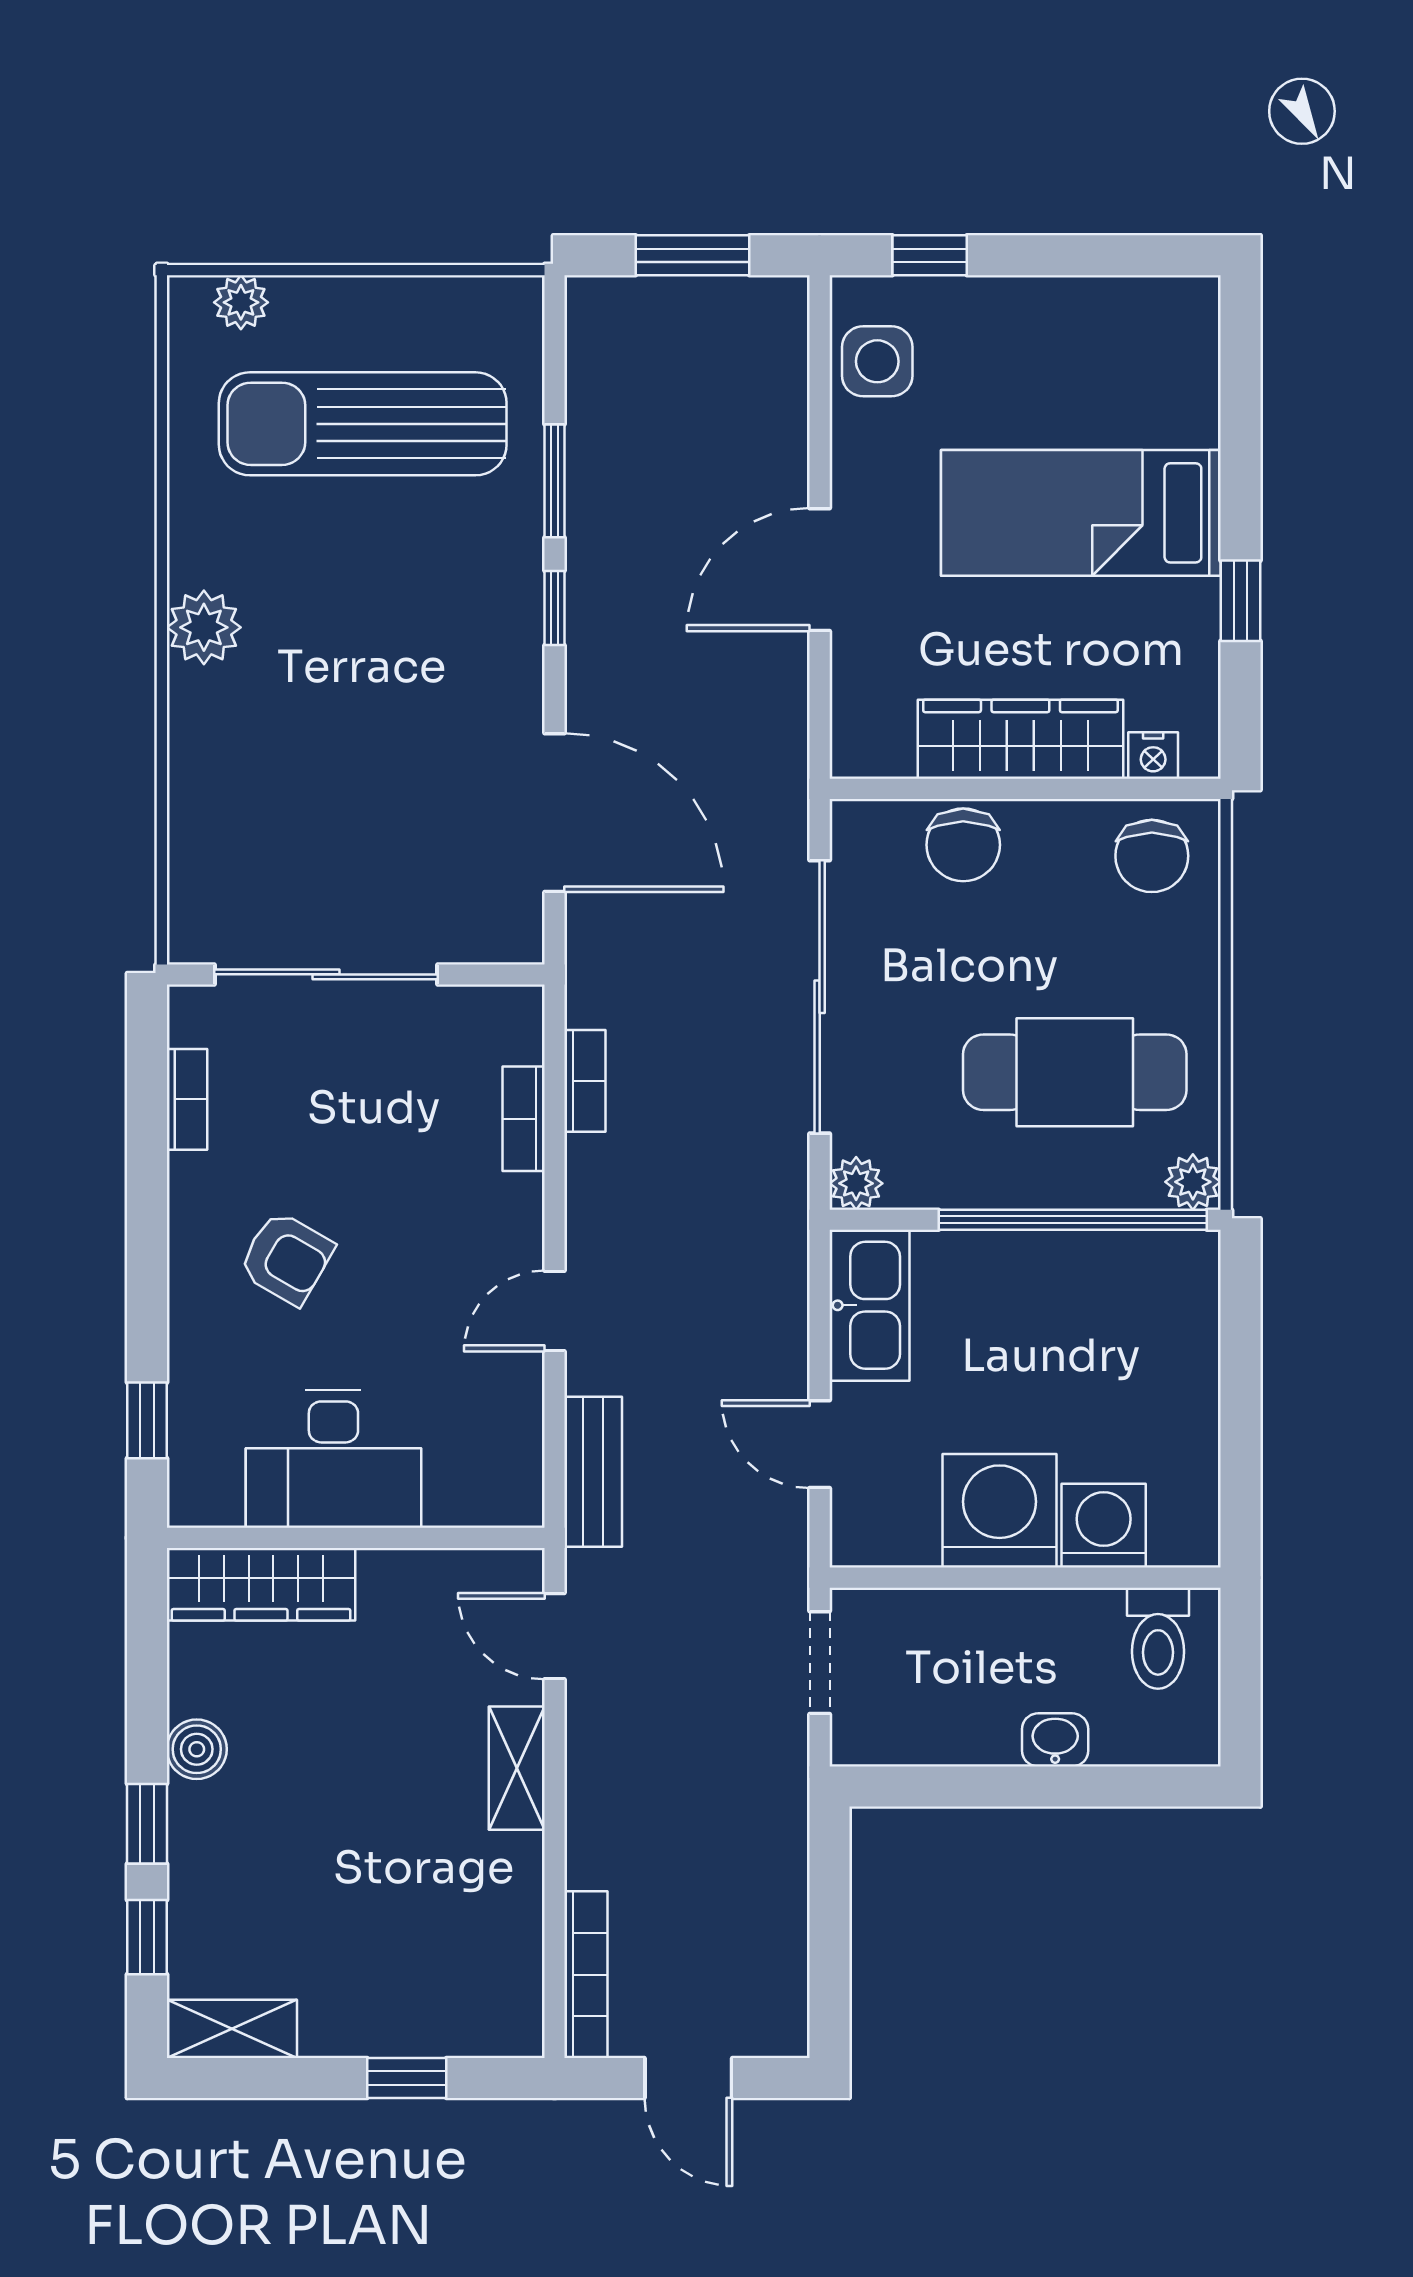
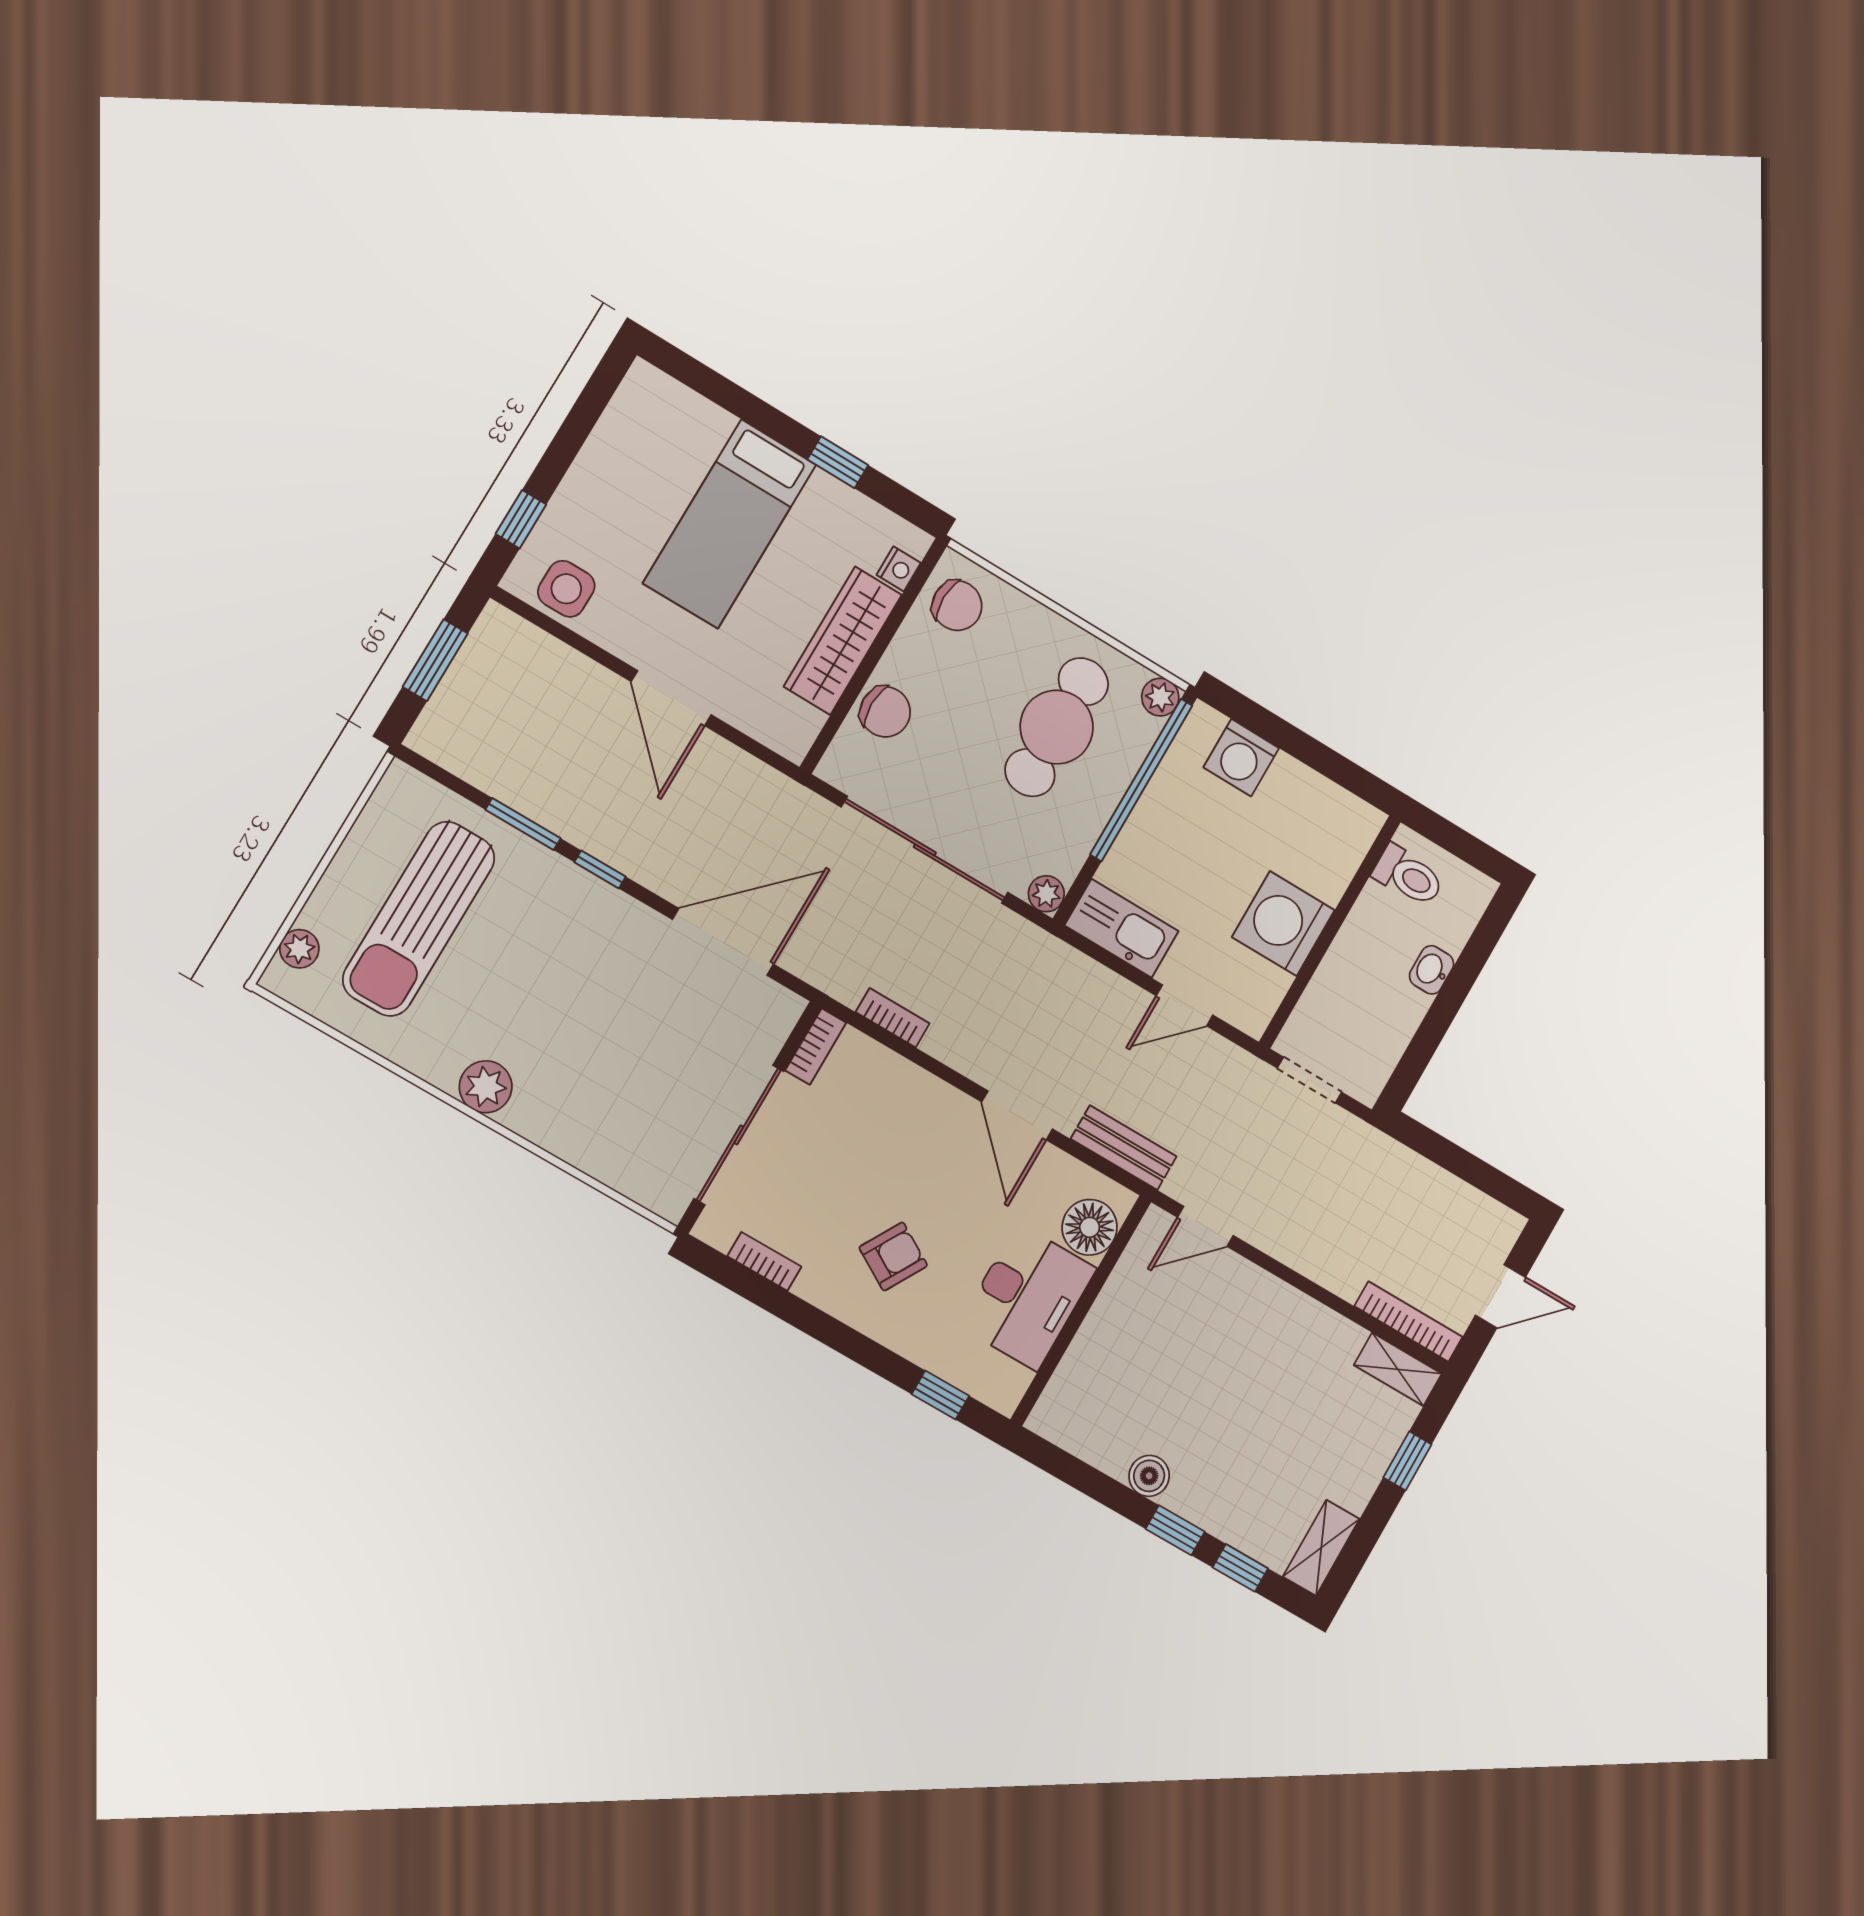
bookcase: (524, 1119) -> (816, 1046), moved, turned -90
door: (555, 1311) -> (1017, 1115), width x1.38
floor lamp: (467, 1487) -> (1090, 1227), added
washing machine: (1104, 1526) -> (1241, 758), moved, turned -90
wardrobe: (261, 1584) -> (1075, 1382), removed
shelving: (517, 1768) -> (1398, 1369), moved

